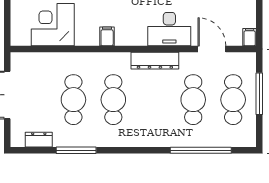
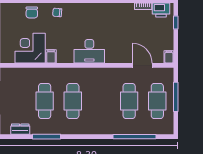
desk: (169, 29) -> (89, 51), moved
filing cabinet: (107, 36) -> (51, 56), moved
dresser: (155, 61) -> (102, 74), removed

